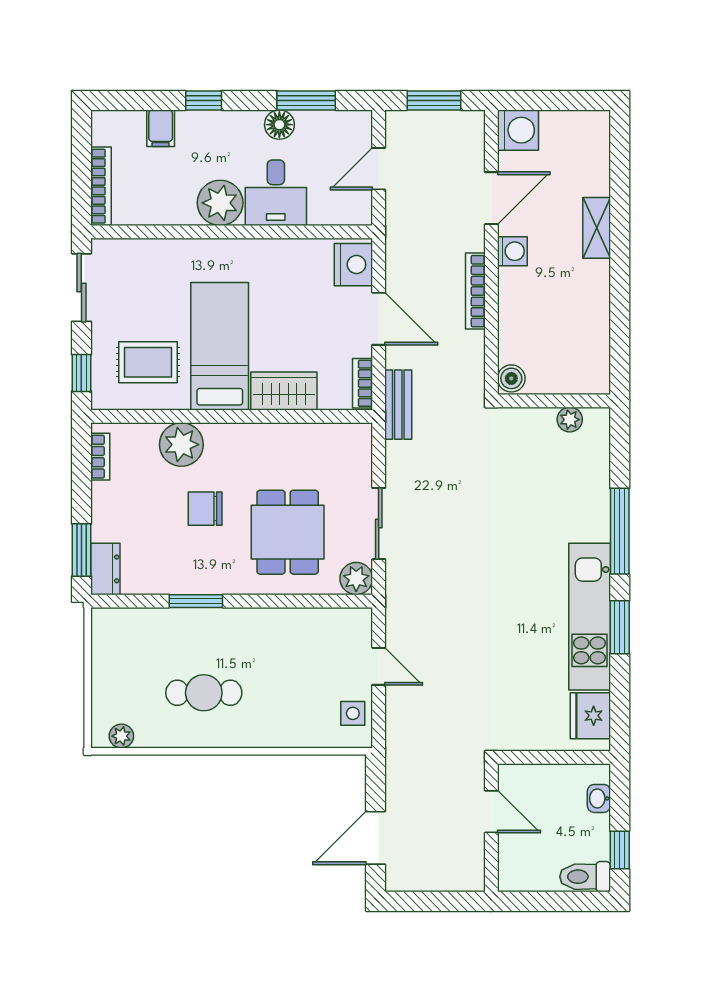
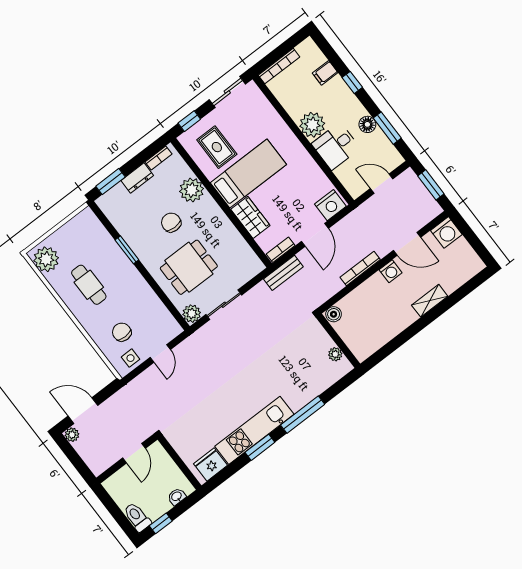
dresser: (105, 569) -> (137, 178), moved
chair: (307, 698) -> (122, 332), added
plant: (121, 736) -> (46, 259), width x1.88, depth x1.88
plant: (398, 879) -> (72, 435), added

